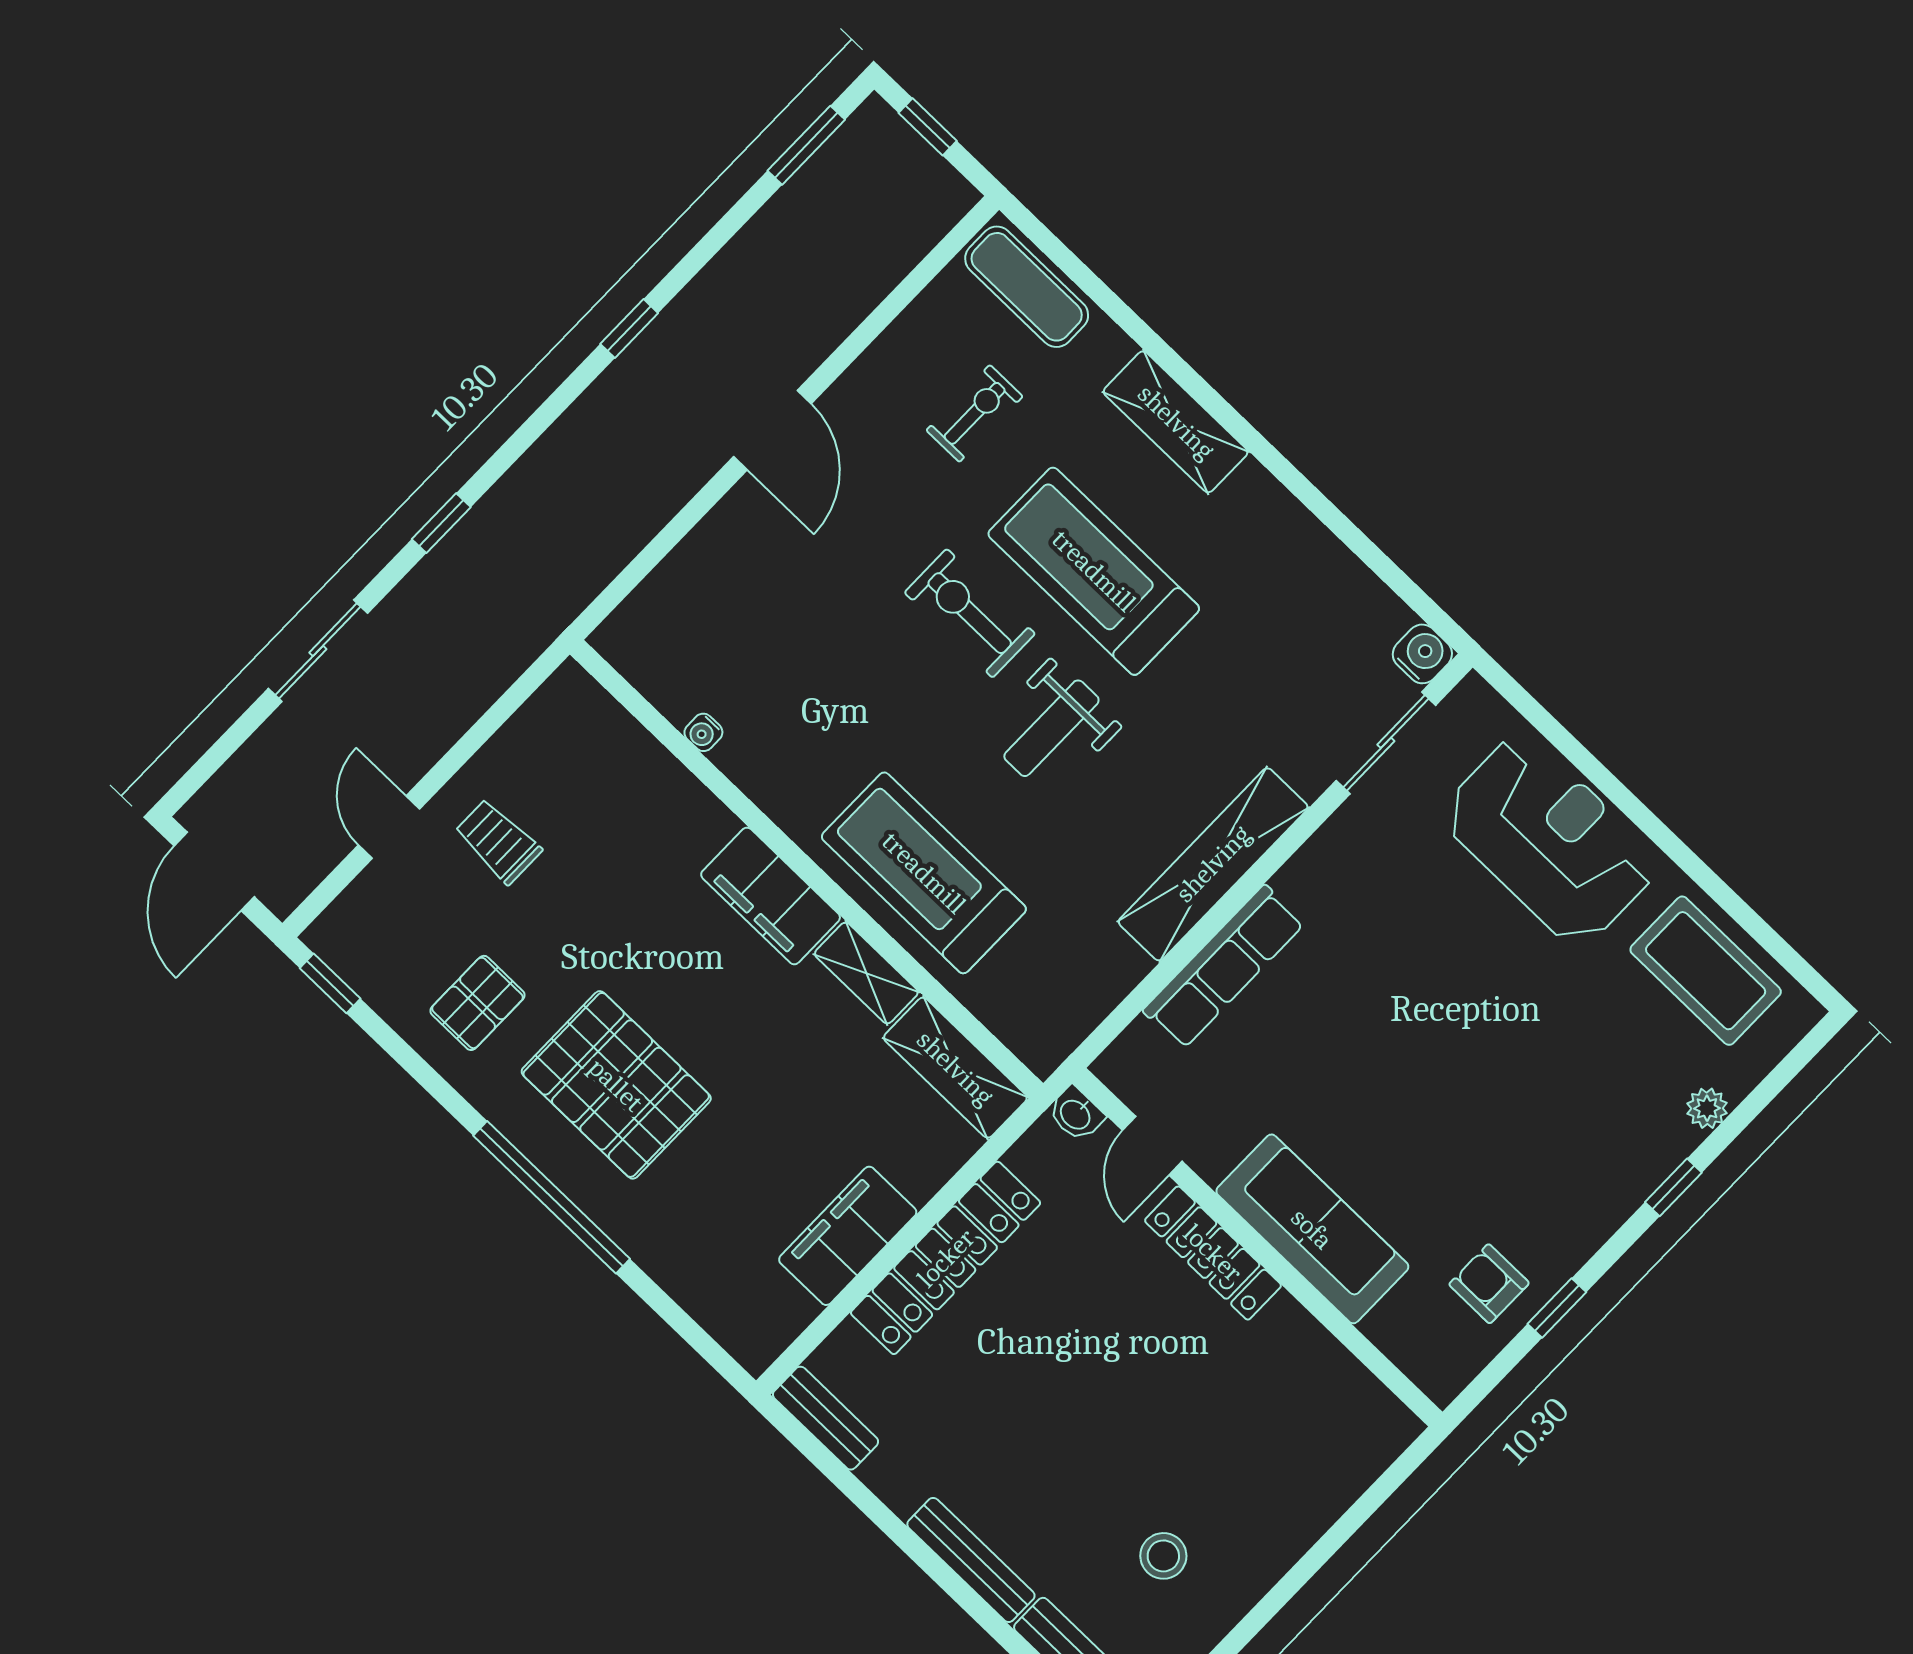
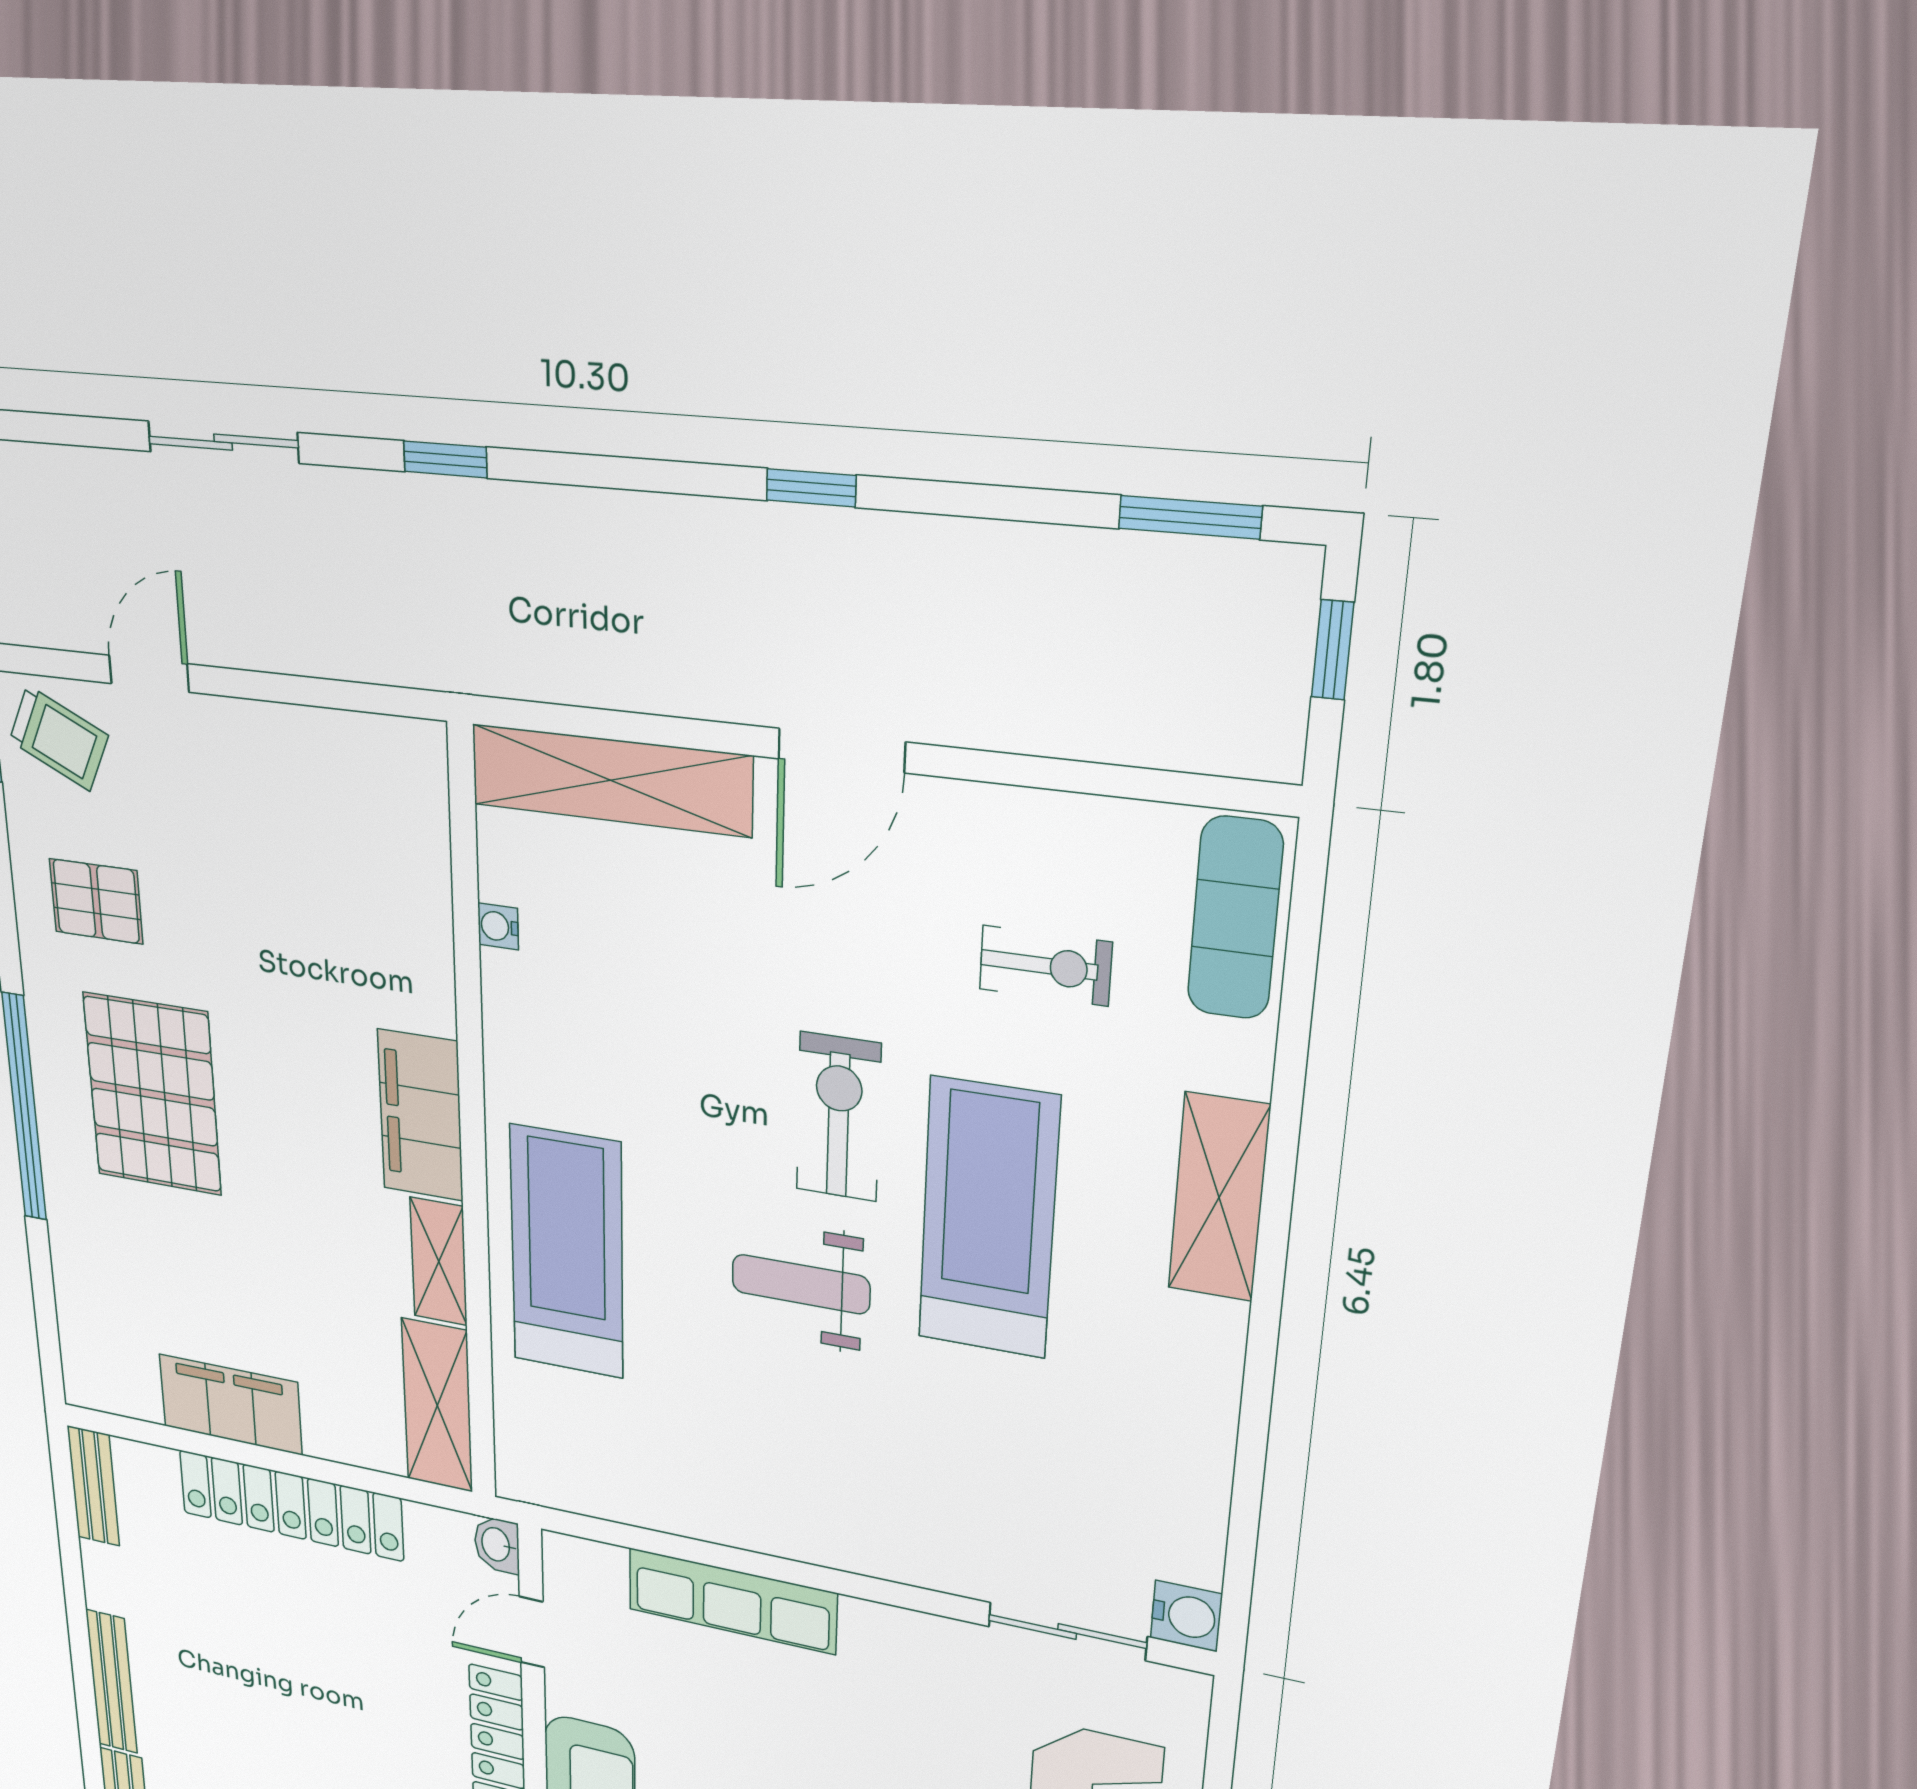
trolley: (498, 841) -> (59, 738), moved, turned 115
shelving: (1213, 864) -> (611, 780), moved

